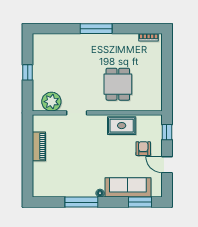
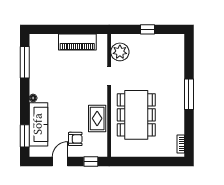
dining table: (118, 84) -> (136, 115), width x1.88, depth x1.24
piano: (39, 146) -> (77, 42), width x1.37, depth x1.33
window: (81, 202) -> (25, 62), moved

